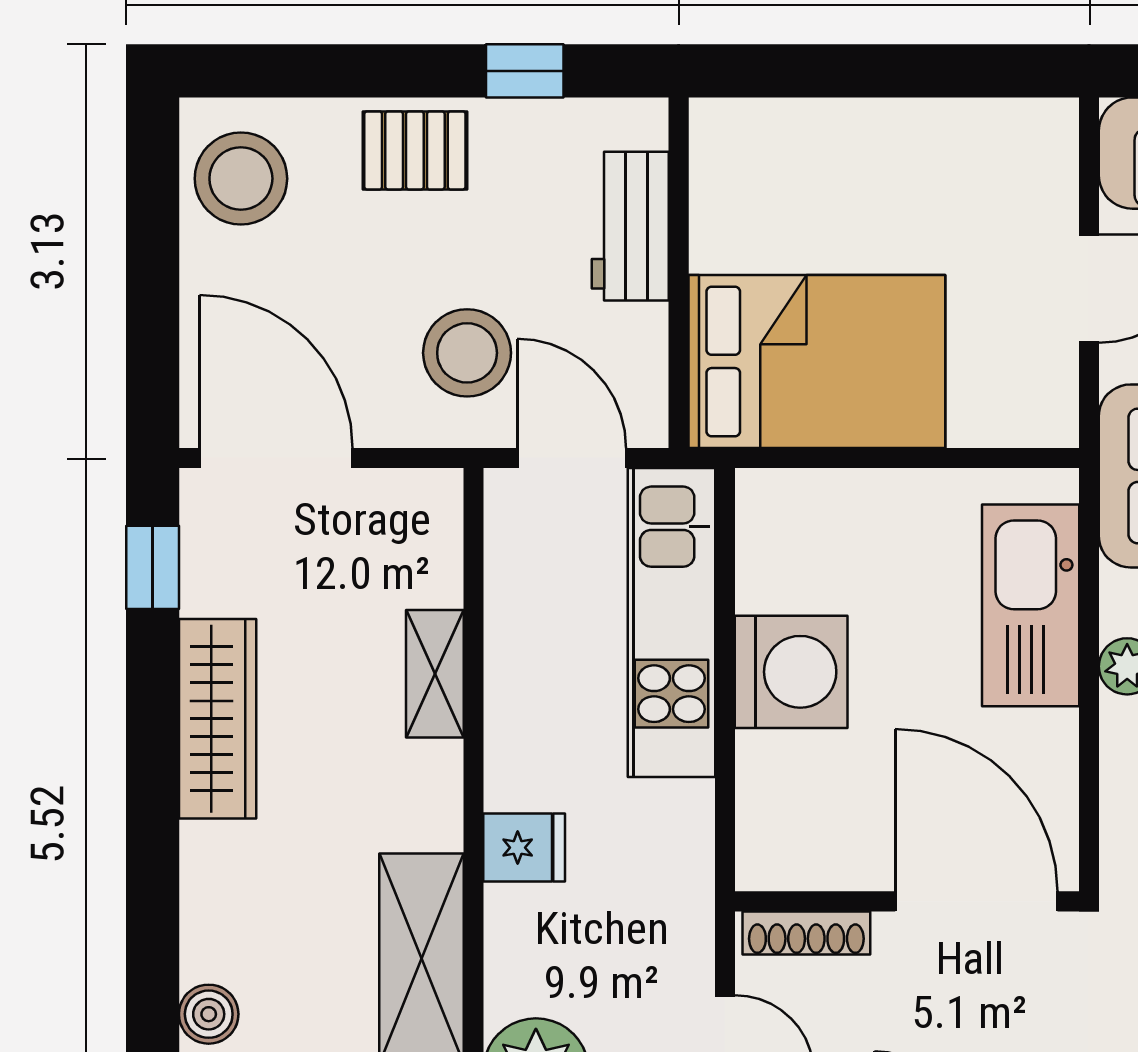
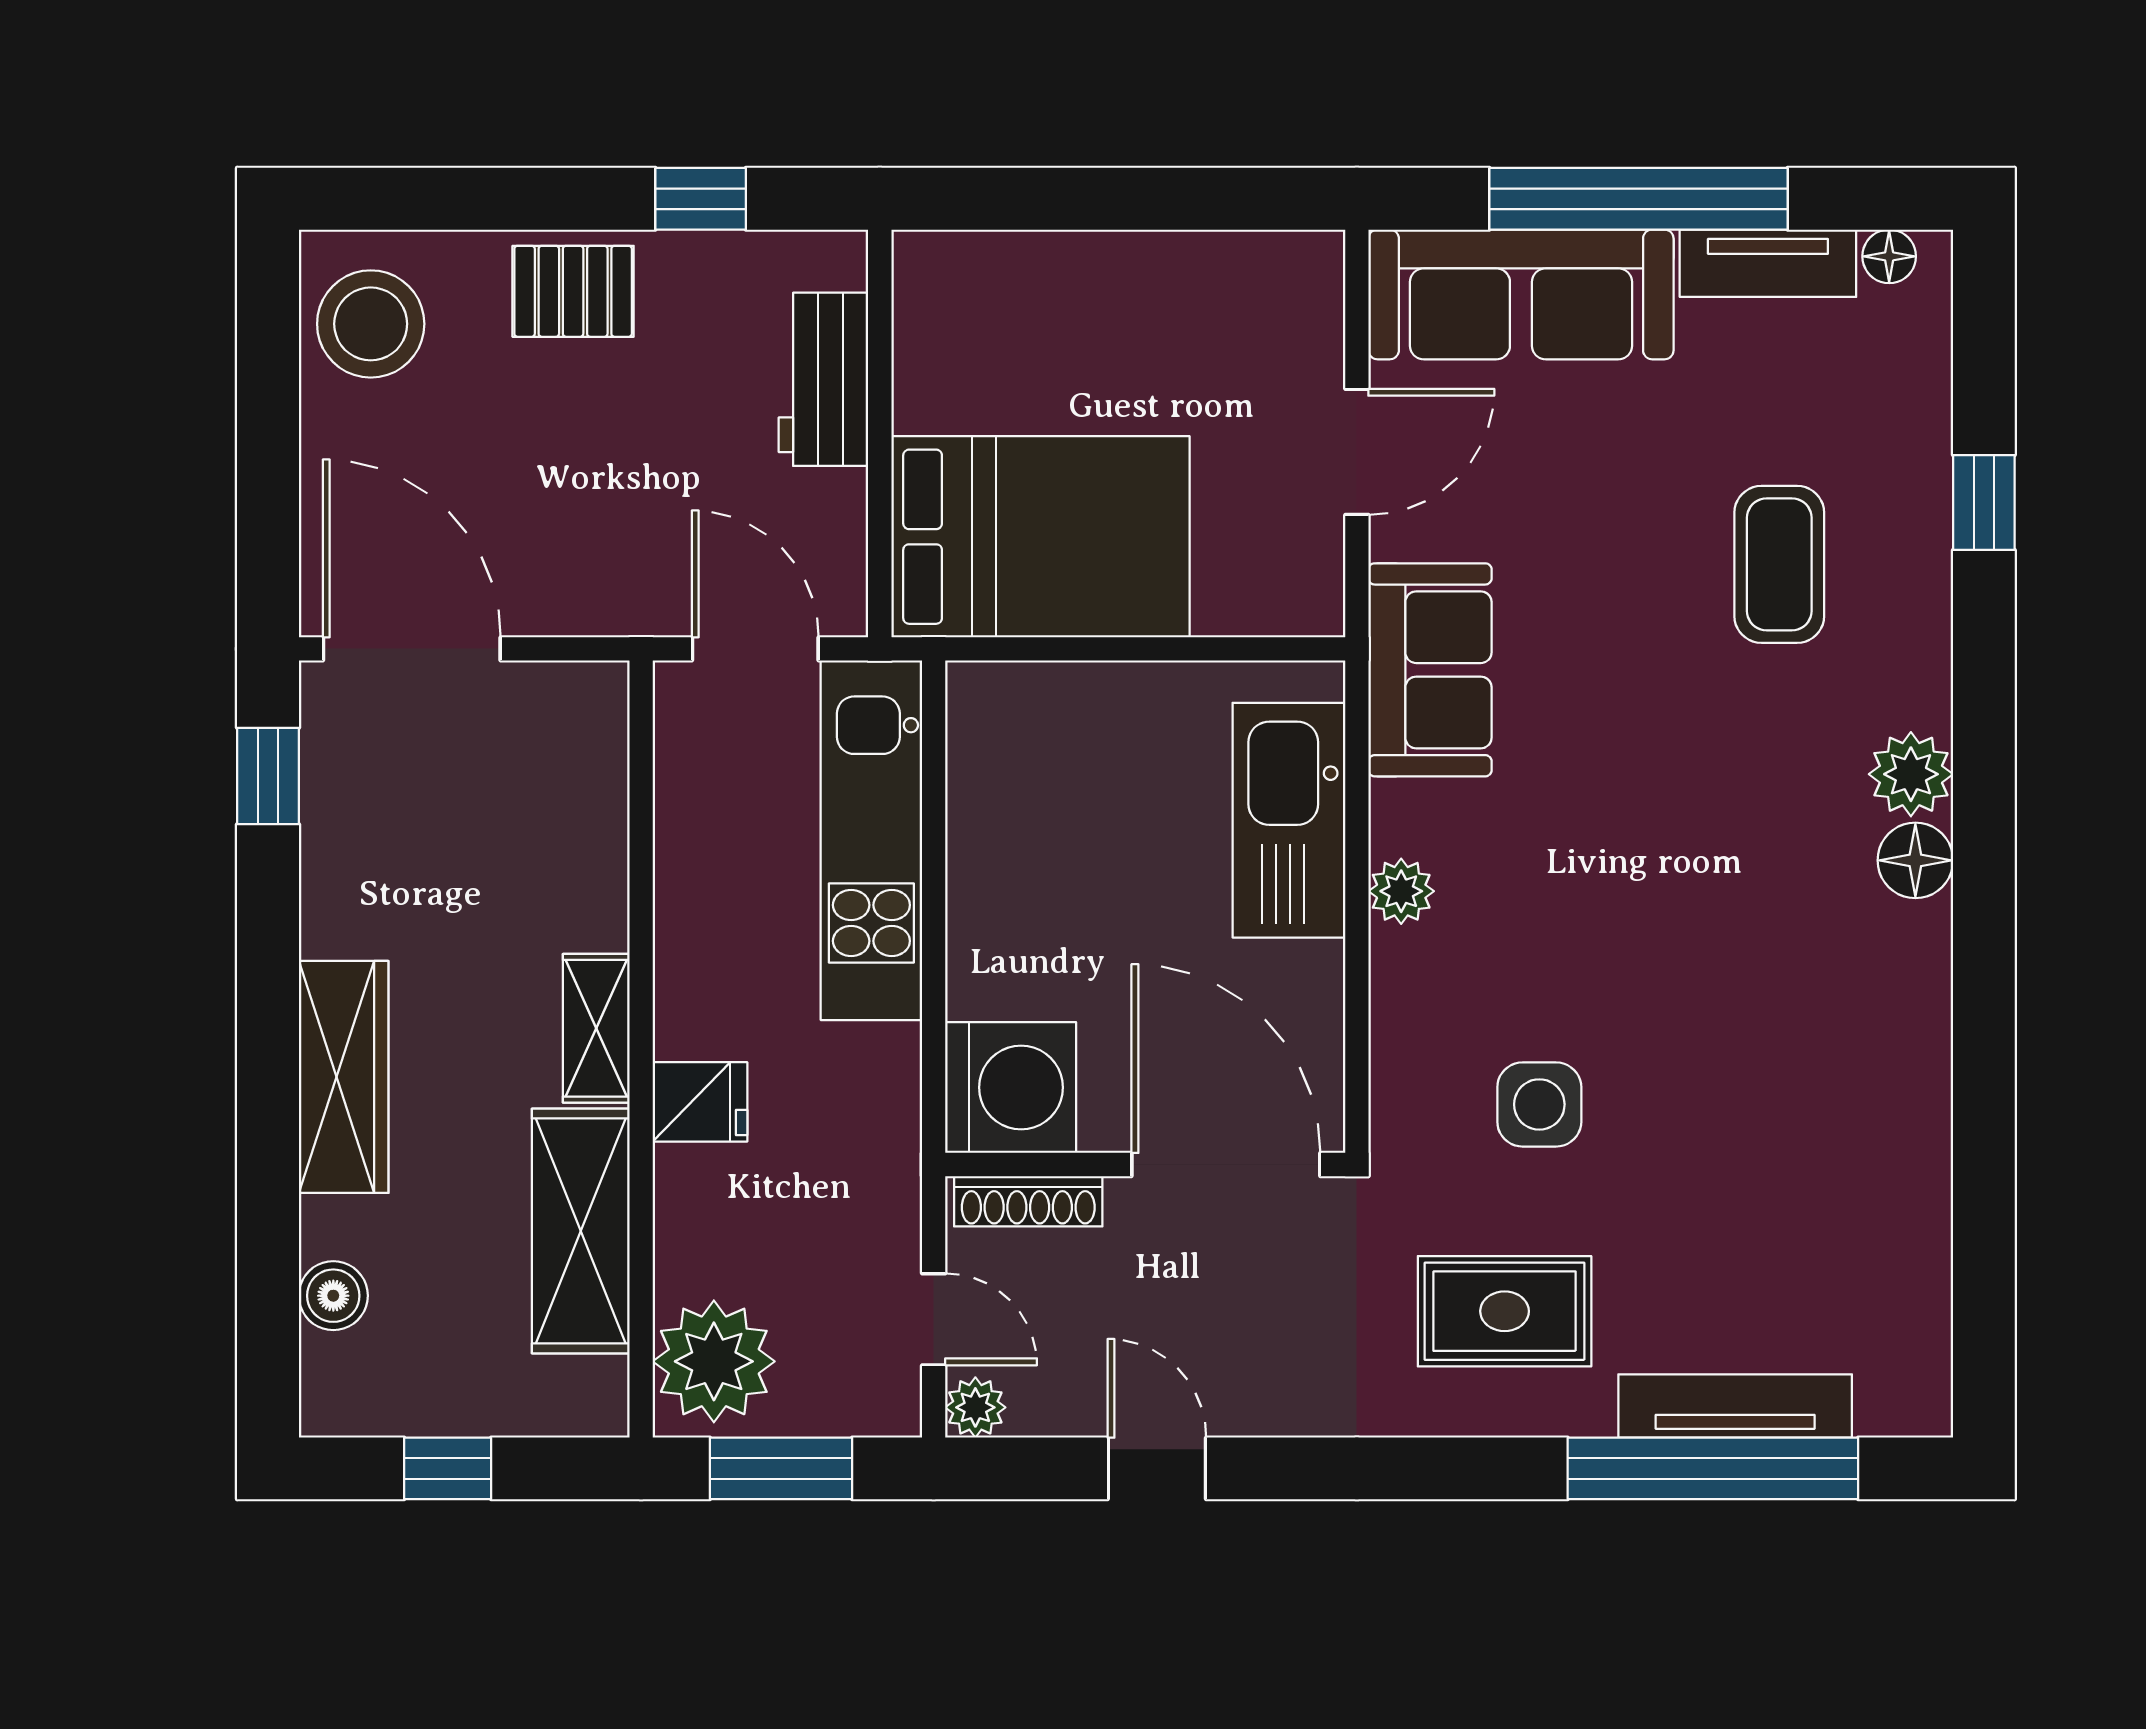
stool: (467, 353) -> (634, 527), removed
washing machine: (791, 672) -> (1011, 1087), moved
shelving: (435, 674) -> (596, 1028), moved
wardrobe: (218, 719) -> (344, 1077), moved

